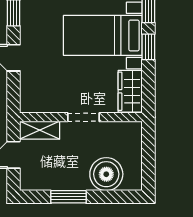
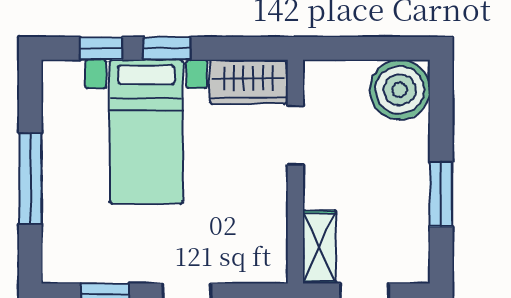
doorway: (83, 117) -> (295, 135), moved
boiler: (106, 174) -> (400, 90), moved

